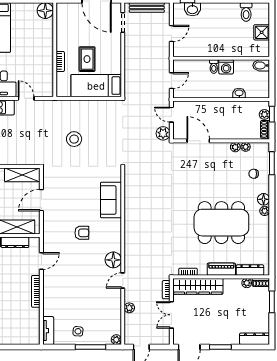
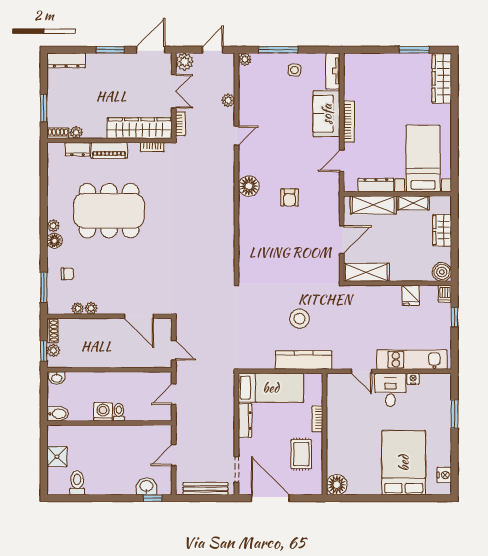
rug: (87, 59) -> (301, 454), moved
dresser: (116, 60) -> (245, 421), added
washbasin: (239, 93) -> (57, 378), moved
kitchen counter: (71, 107) -> (304, 360), added
plant: (163, 133) -> (184, 62), moved
sofa: (111, 200) -> (327, 114), moved, turned 180
armchair: (82, 233) -> (289, 197), turned -90
floor lamp: (113, 260) -> (249, 186), moved
dresser: (250, 270) -> (78, 149), width x0.70

